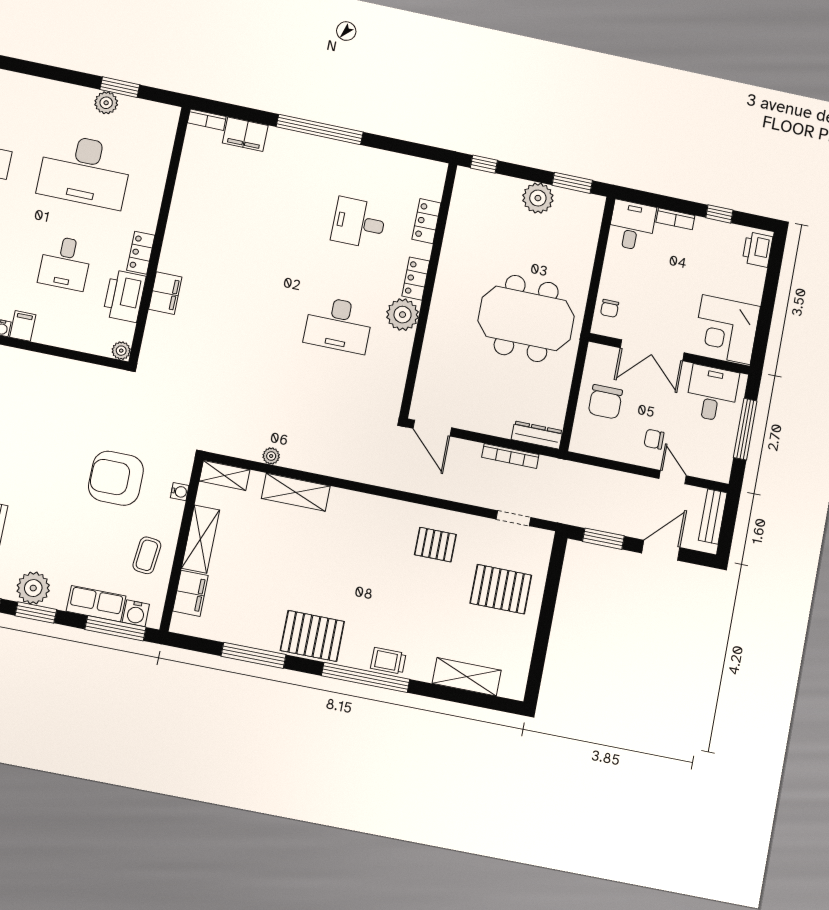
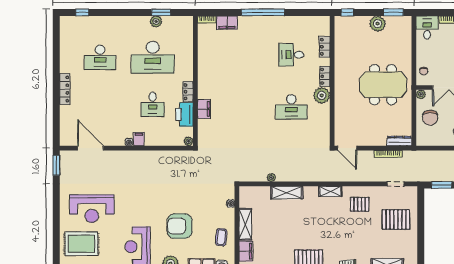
plant: (596, 352) -> (421, 94), added
shelving: (224, 475) -> (330, 191), moved
armchair: (116, 478) -> (180, 226), moved

